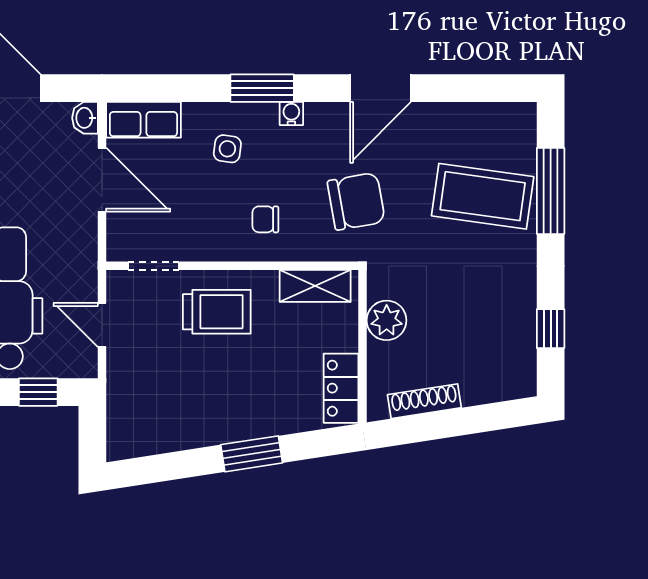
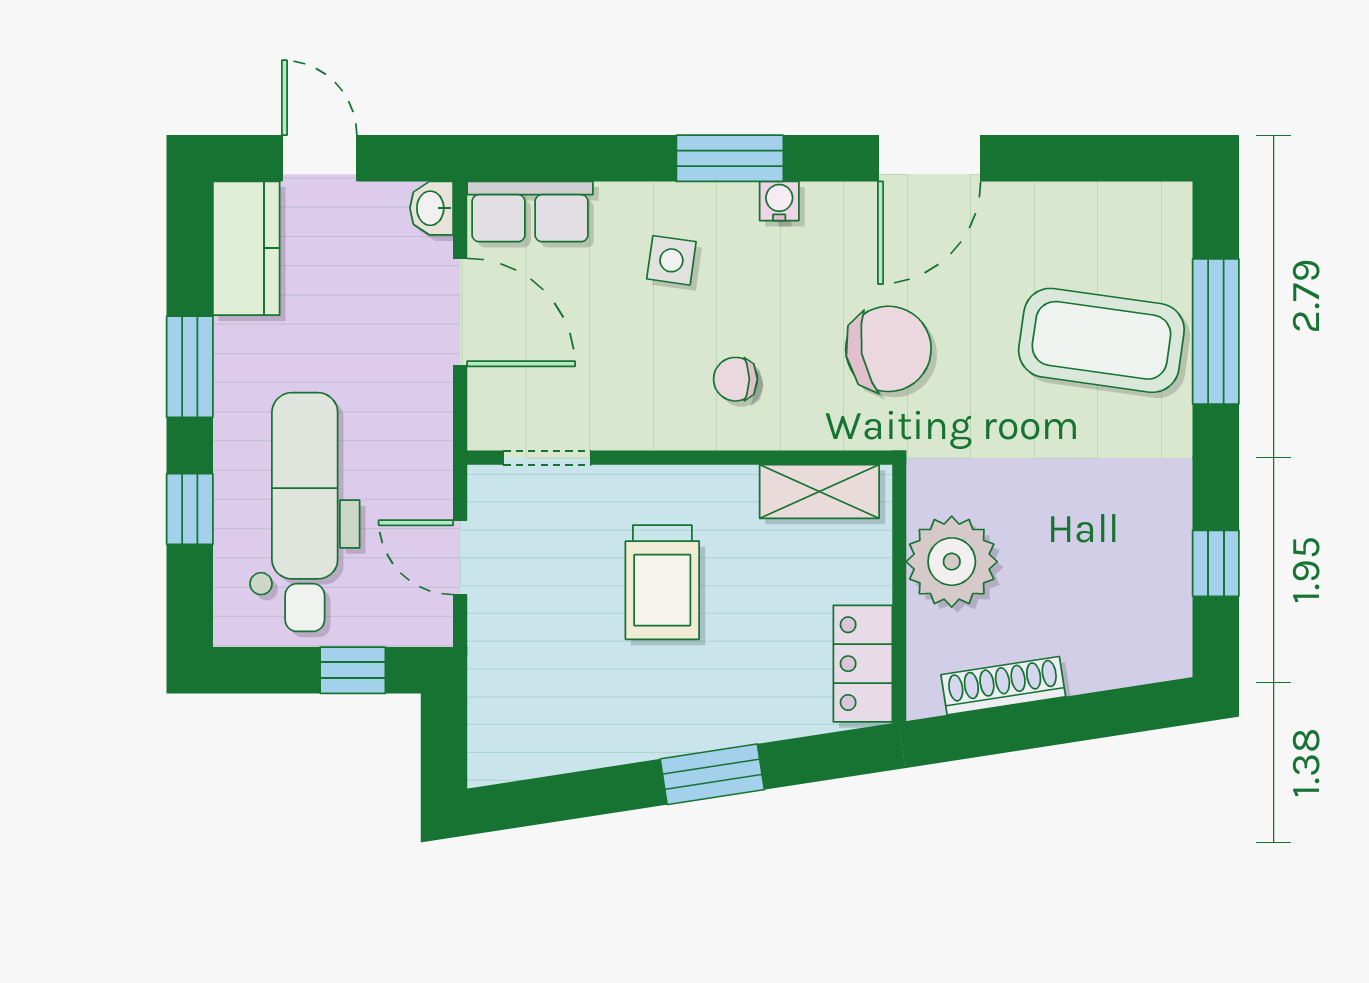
trolley: (217, 312) -> (662, 582), moved, turned 90
plant: (387, 320) -> (952, 562), width x1.36, depth x1.36

